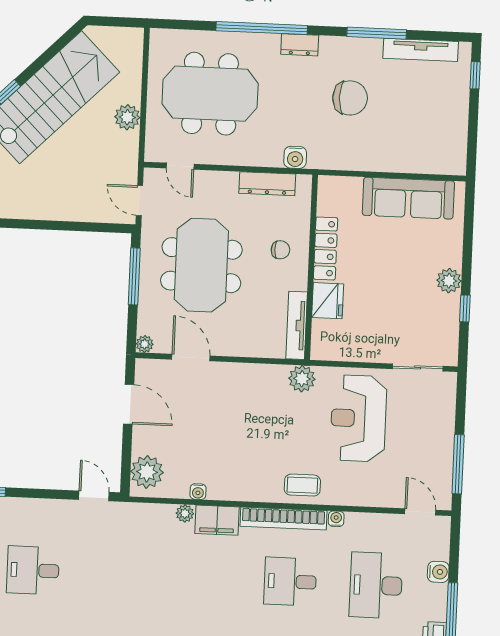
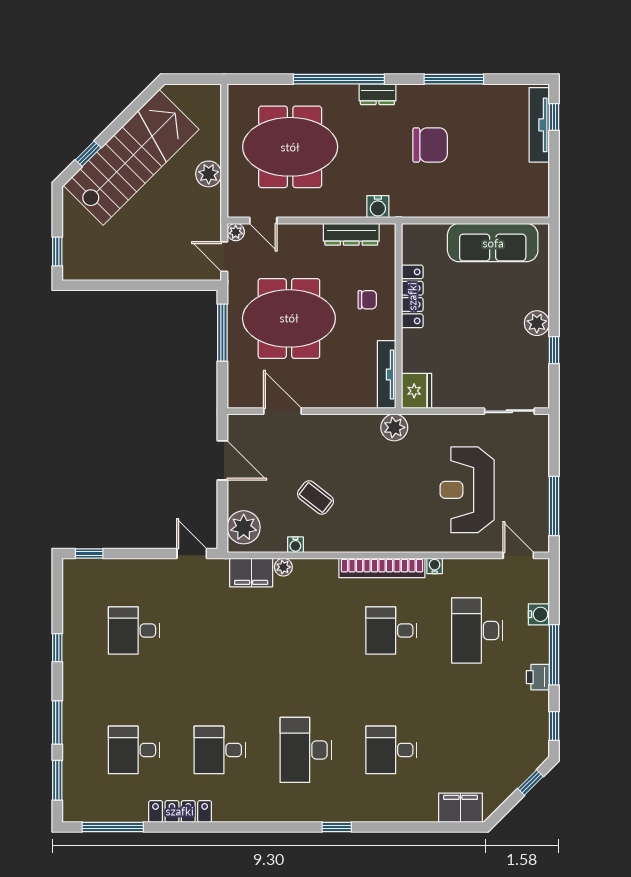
tv unit: (421, 50) -> (539, 125), moved, turned 90
meeting table: (201, 265) -> (289, 318), turned 90
fridge: (328, 301) -> (417, 391), moved
plant: (145, 344) -> (236, 232), moved
reception desk: (358, 418) -> (467, 490), moved
coffee table: (302, 485) -> (315, 498), moved, turned 38
filing cabinet: (217, 520) -> (251, 572), moved

